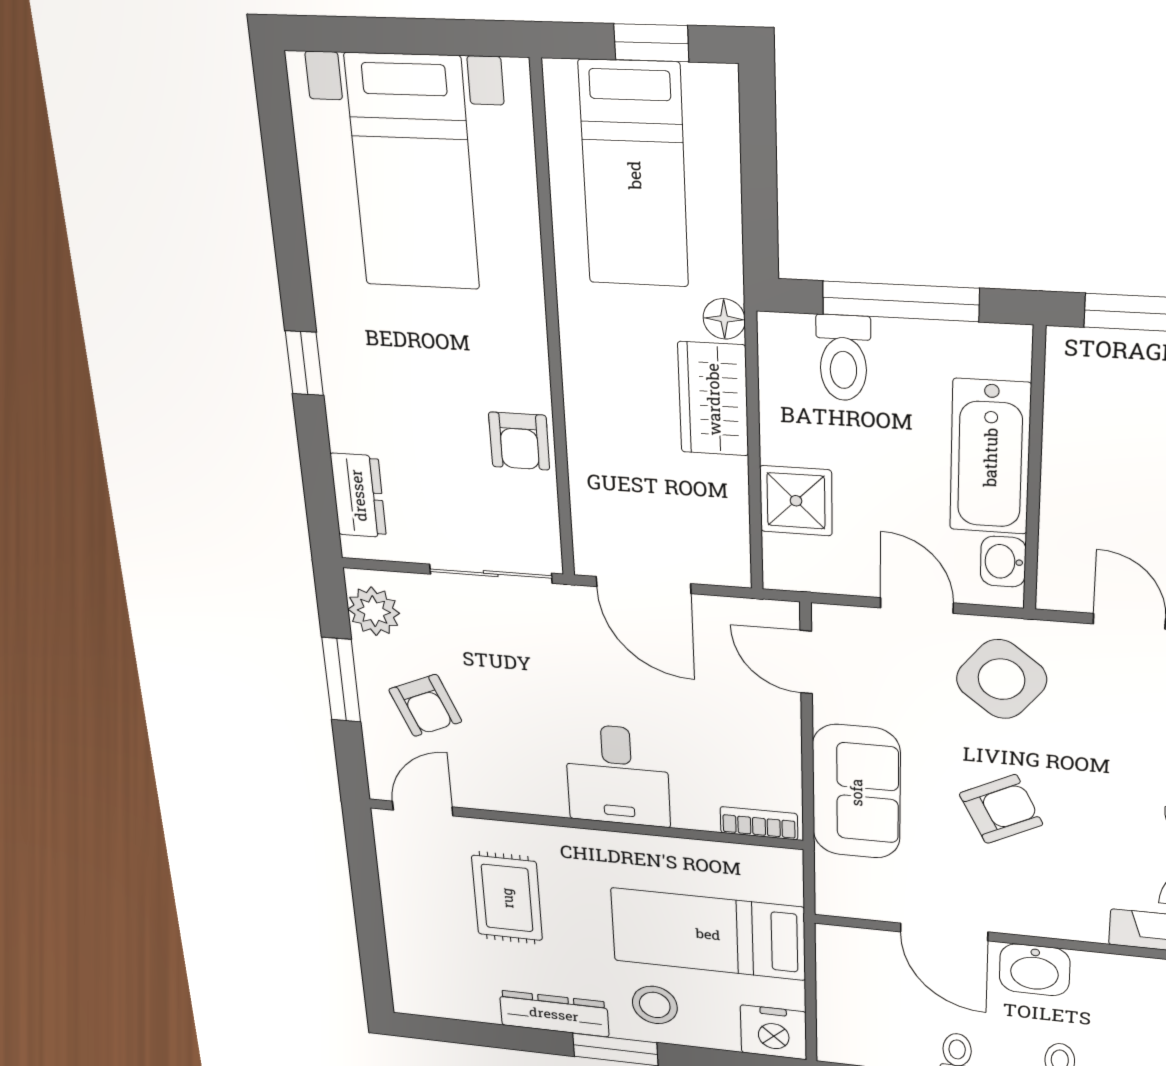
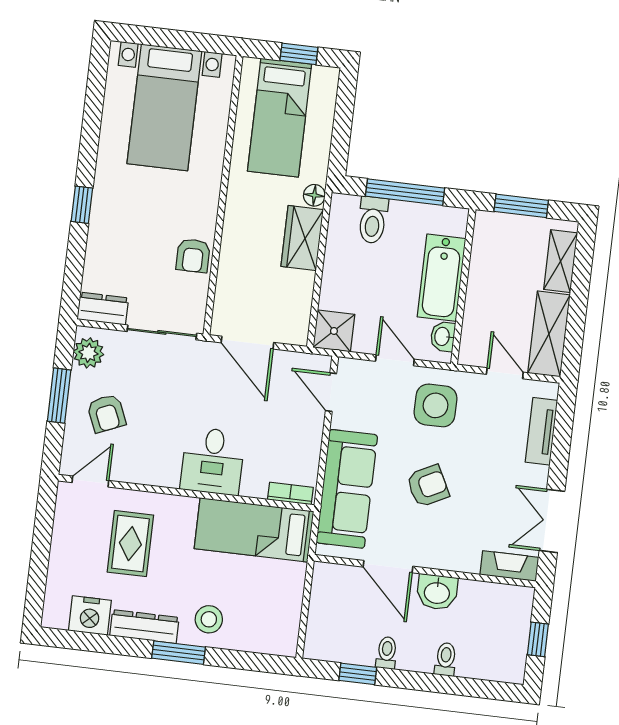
dresser: (358, 495) -> (103, 309), moved, turned -90
shower: (796, 501) -> (334, 331), moved
side table: (1002, 679) -> (435, 405), turned -38
sofa: (856, 792) -> (347, 489), width x1.36
bed: (708, 934) -> (254, 530), moved
nightstand: (774, 1032) -> (90, 616), moved

